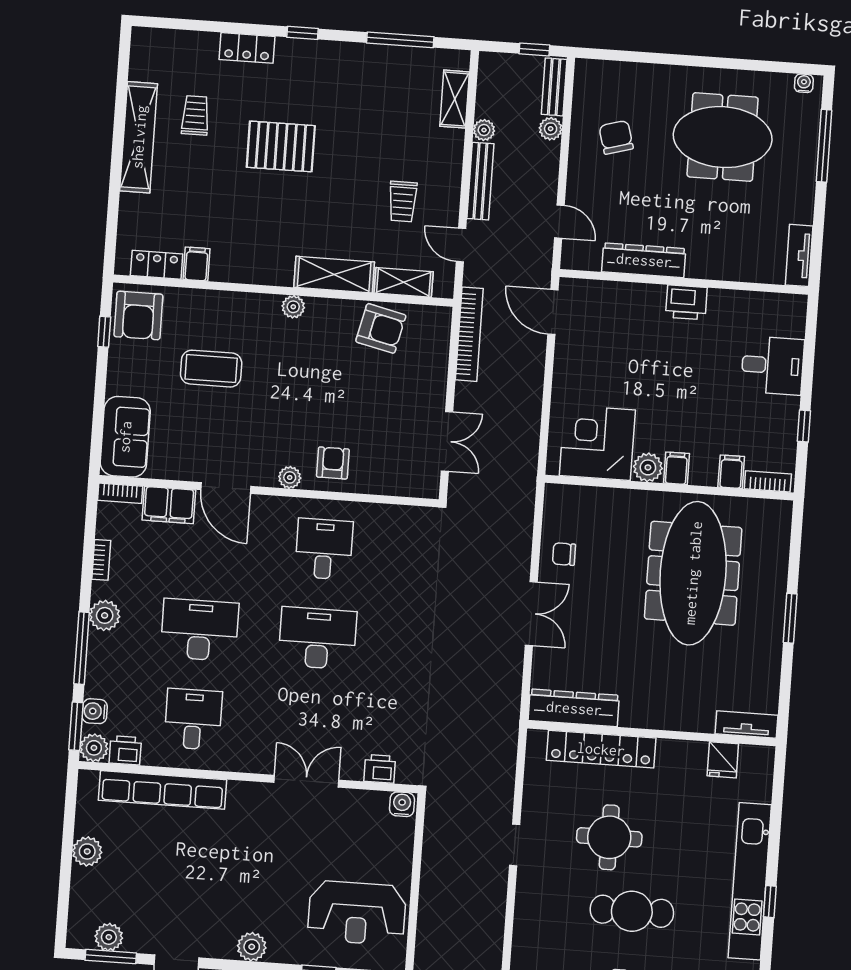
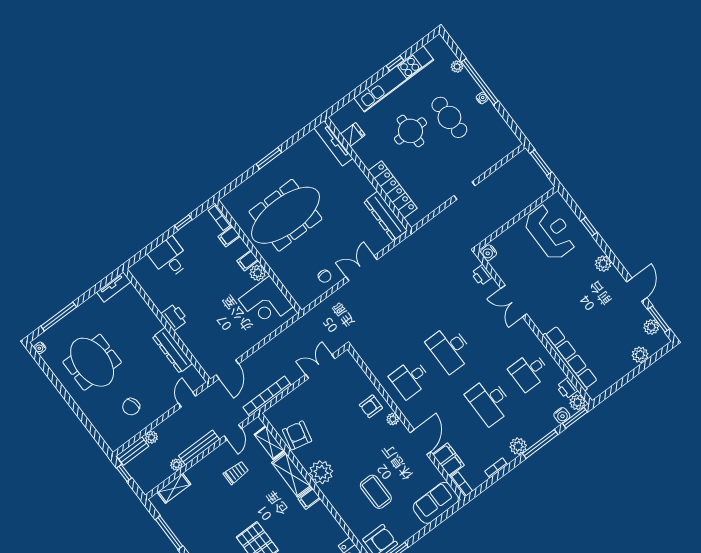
filing cabinet: (196, 264) -> (309, 499), moved
plant: (293, 307) -> (321, 472), width x1.88, depth x1.88
tv unit: (746, 724) -> (334, 143), width x1.41
round table: (609, 837) -> (410, 131), moved
plant: (87, 851) -> (640, 355), moved

